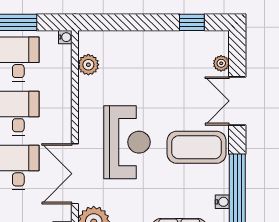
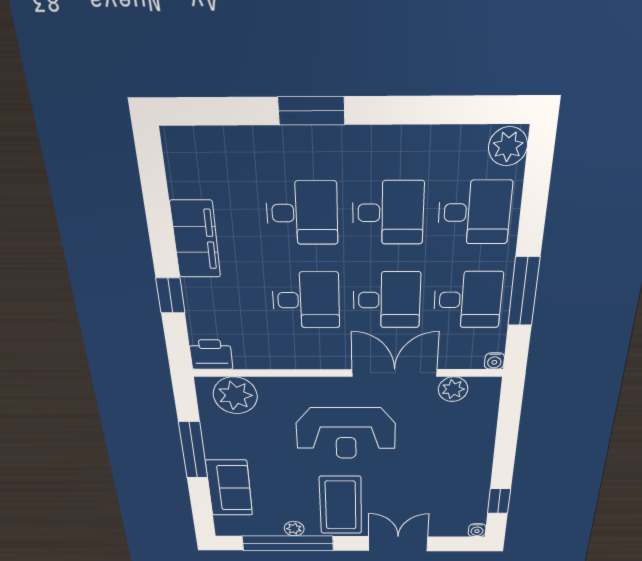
plant: (221, 63) -> (294, 529), moved
double door: (75, 174) -> (394, 373), moved
water cooler: (222, 202) -> (477, 530), moved

